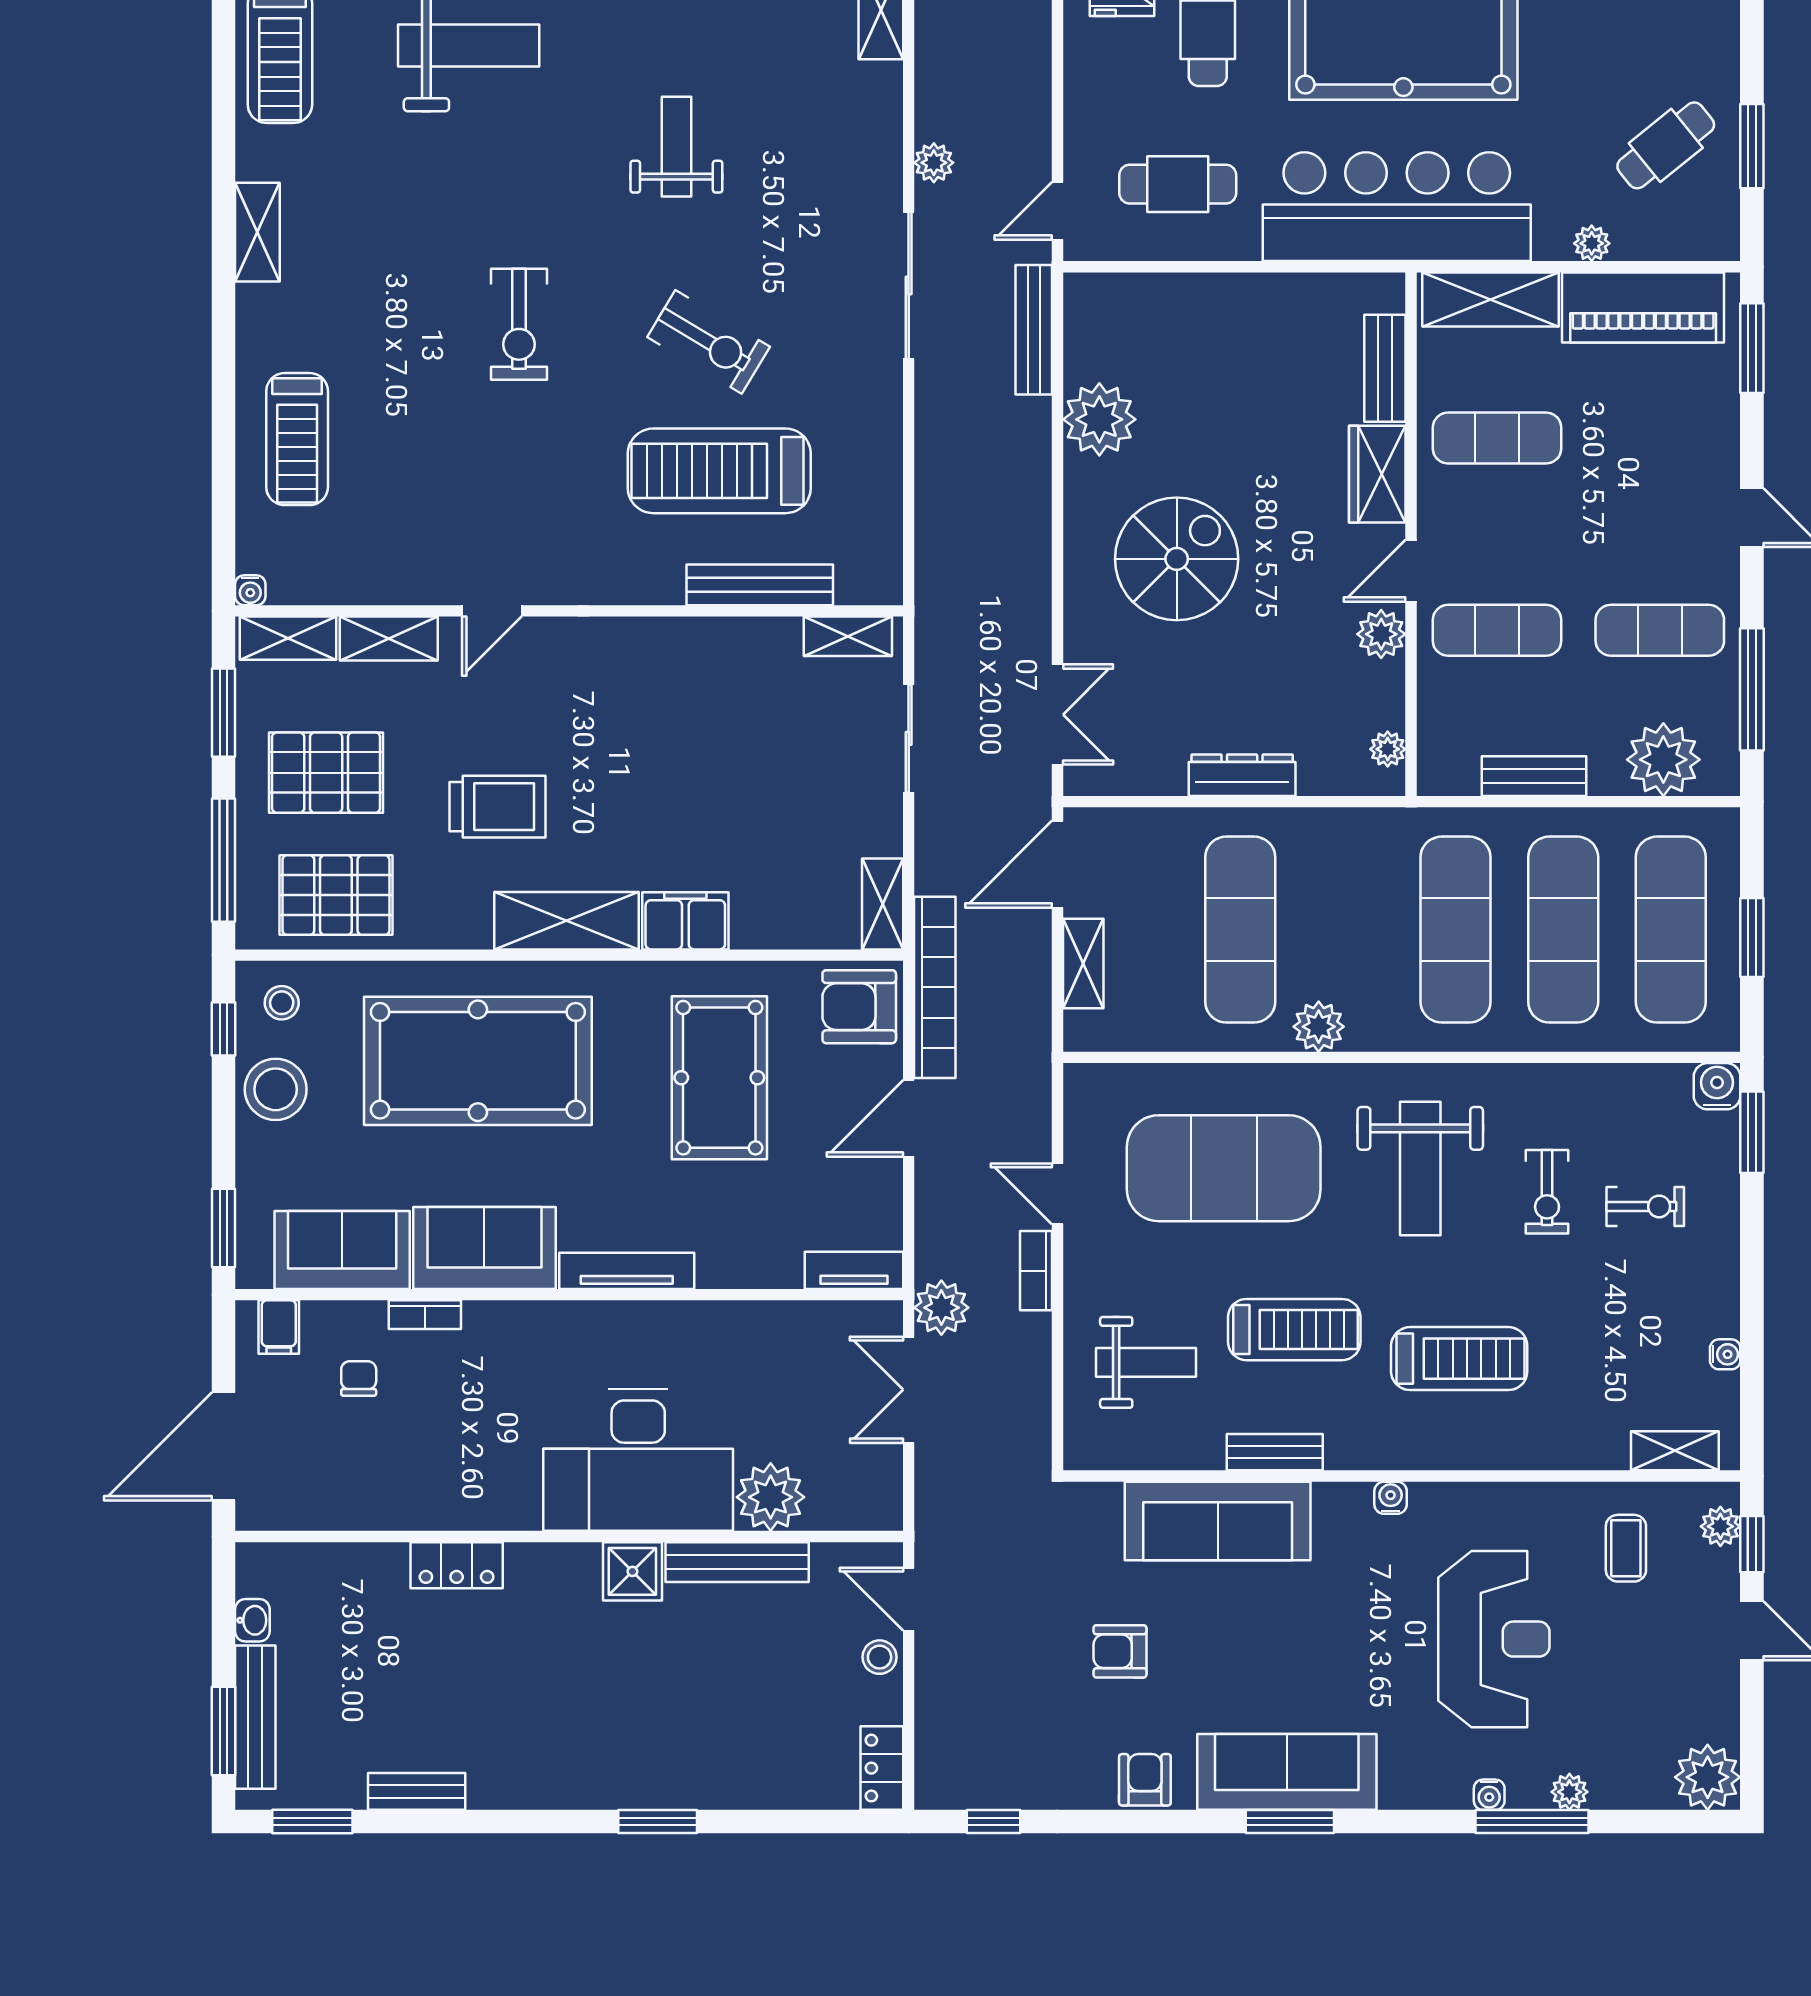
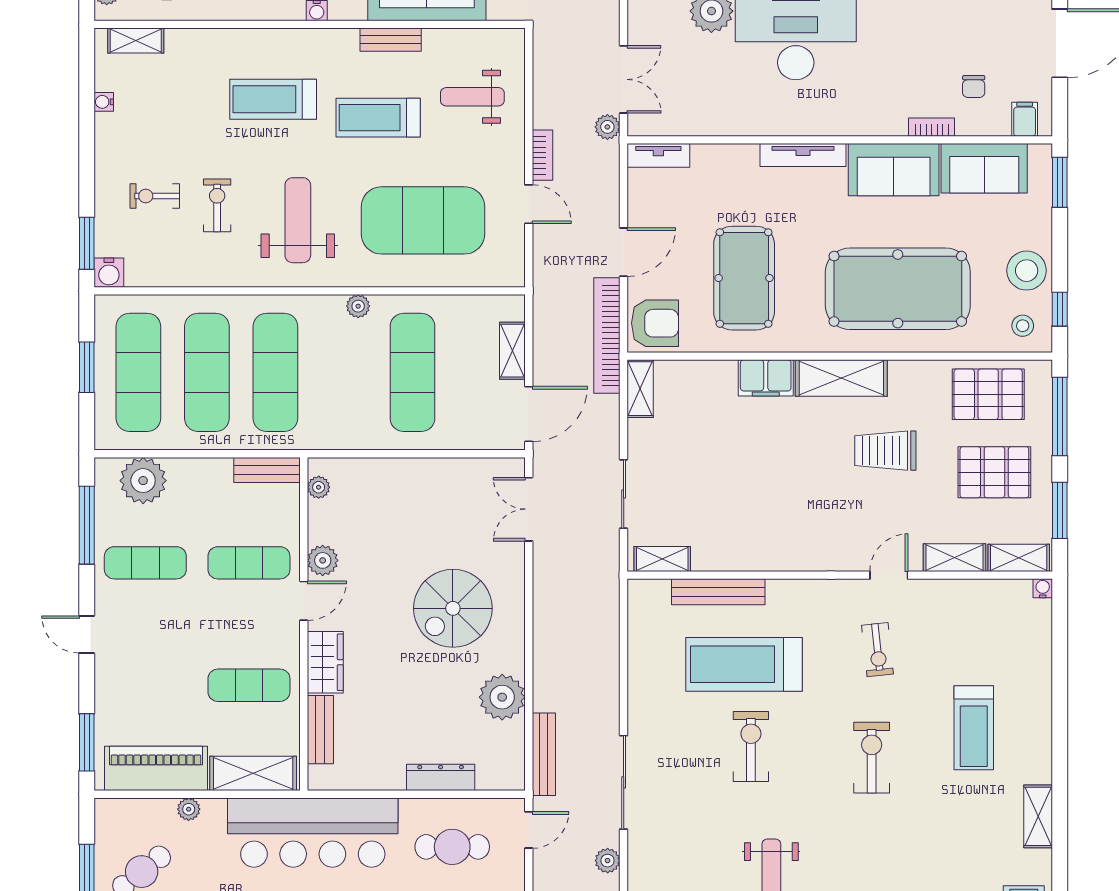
exercise bike: (709, 342) -> (751, 746), turned 59
treadmill: (297, 439) -> (974, 728), moved, turned 180
treadmill: (719, 471) -> (744, 664), turned 180
exercise bike: (510, 494) -> (878, 650), added
dresser: (1242, 775) -> (441, 777), moved, turned 180
bench: (1534, 776) -> (267, 470), moved
plant: (1319, 1027) -> (358, 306), width x0.73, depth x0.73
plant: (941, 1308) -> (607, 127), width x0.73, depth x0.73

